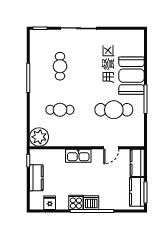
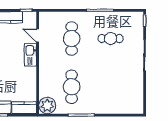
booth: (132, 76) -> (102, 103), removed
cafe table: (60, 110) -> (72, 39), width x1.37, depth x1.35
plant: (39, 137) -> (47, 105), moved
door: (111, 148) -> (38, 35), moved

